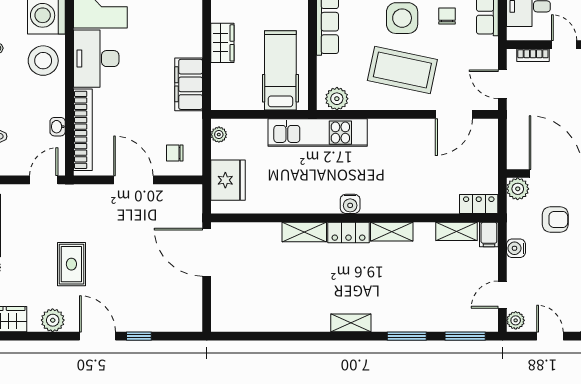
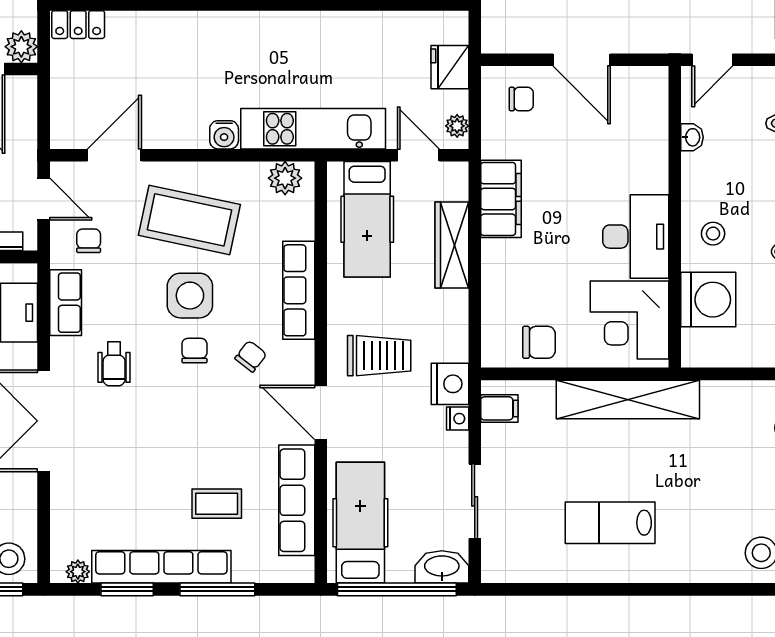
chair: (447, 16) -> (89, 241), moved, turned 180
wardrobe: (222, 43) -> (452, 245), width x1.50
stool: (43, 61) -> (713, 234), width x0.53, depth x0.53
door: (245, 114) -> (418, 155), added
bookcase: (83, 130) -> (655, 133), removed
fridge: (228, 180) -> (450, 67), width x0.73, depth x0.75
water cooler: (350, 204) -> (224, 135), moved, turned 180

